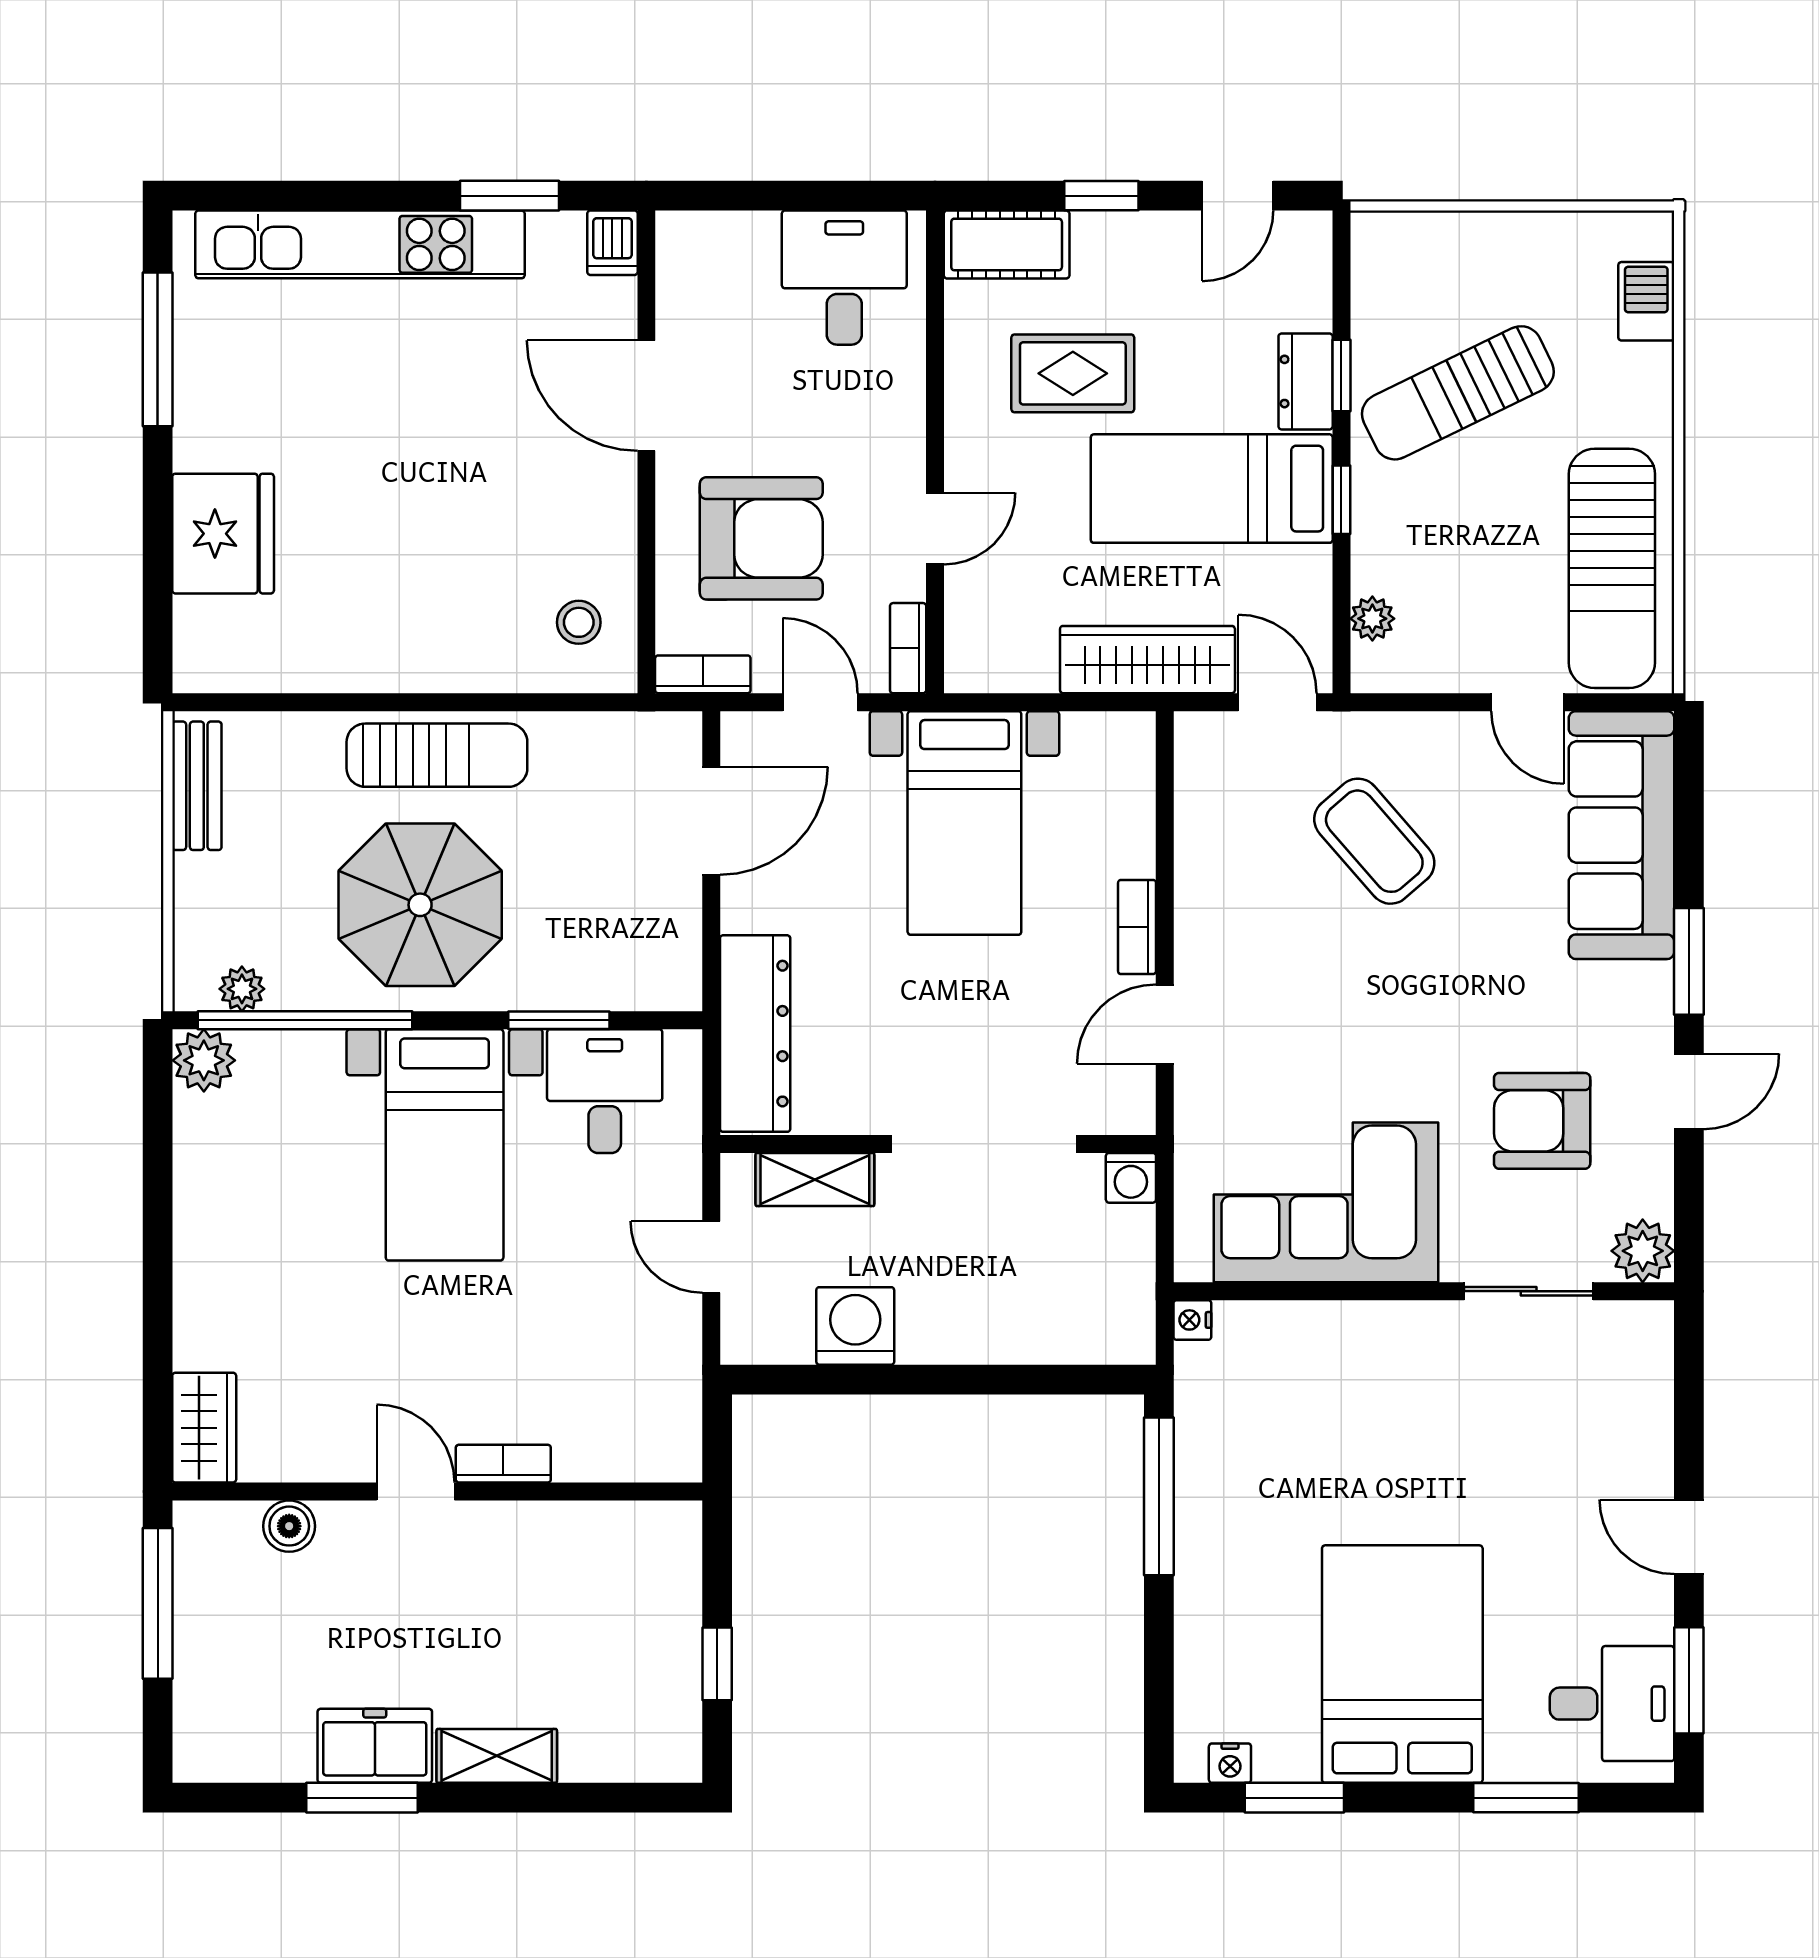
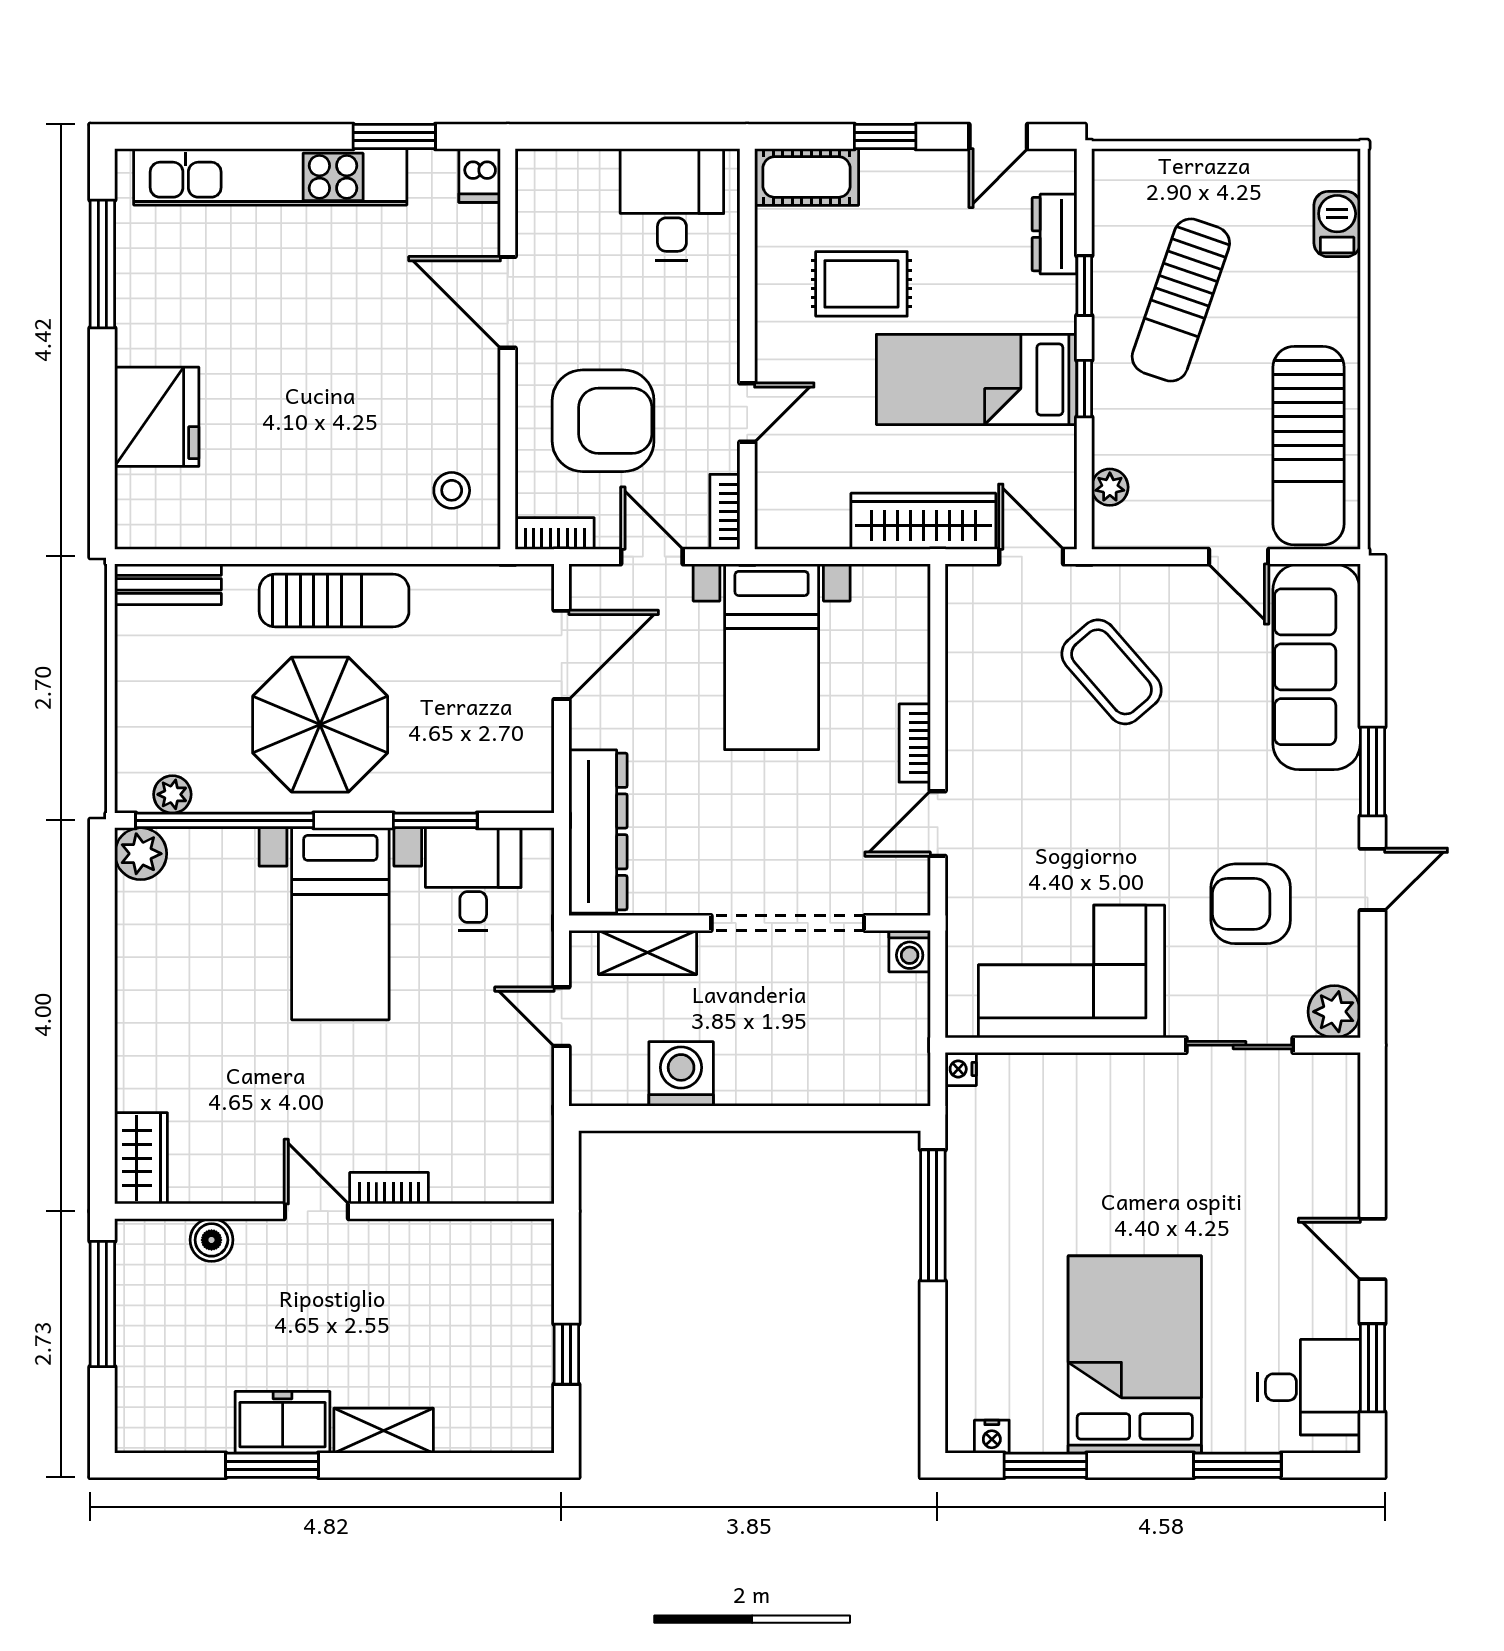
dresser: (1306, 381) -> (1055, 234), moved
sun lounger: (1458, 393) -> (1181, 300), turned -45
bench: (197, 786) -> (168, 584), moved, turned 90

